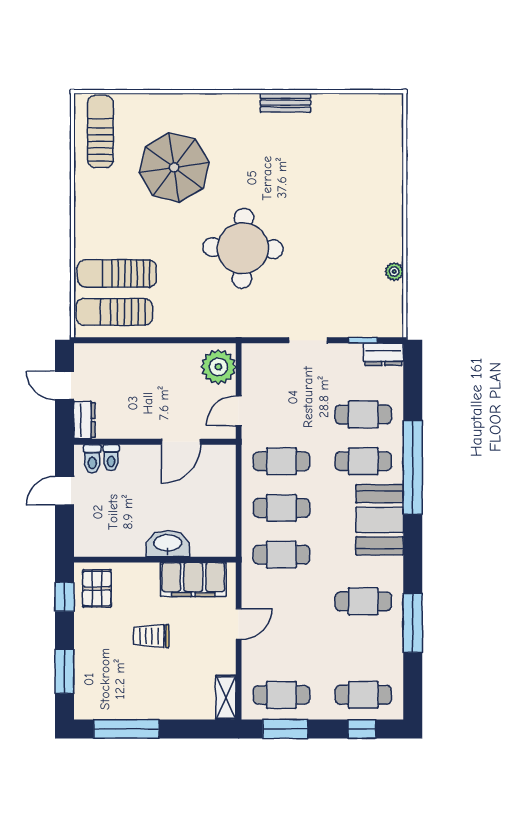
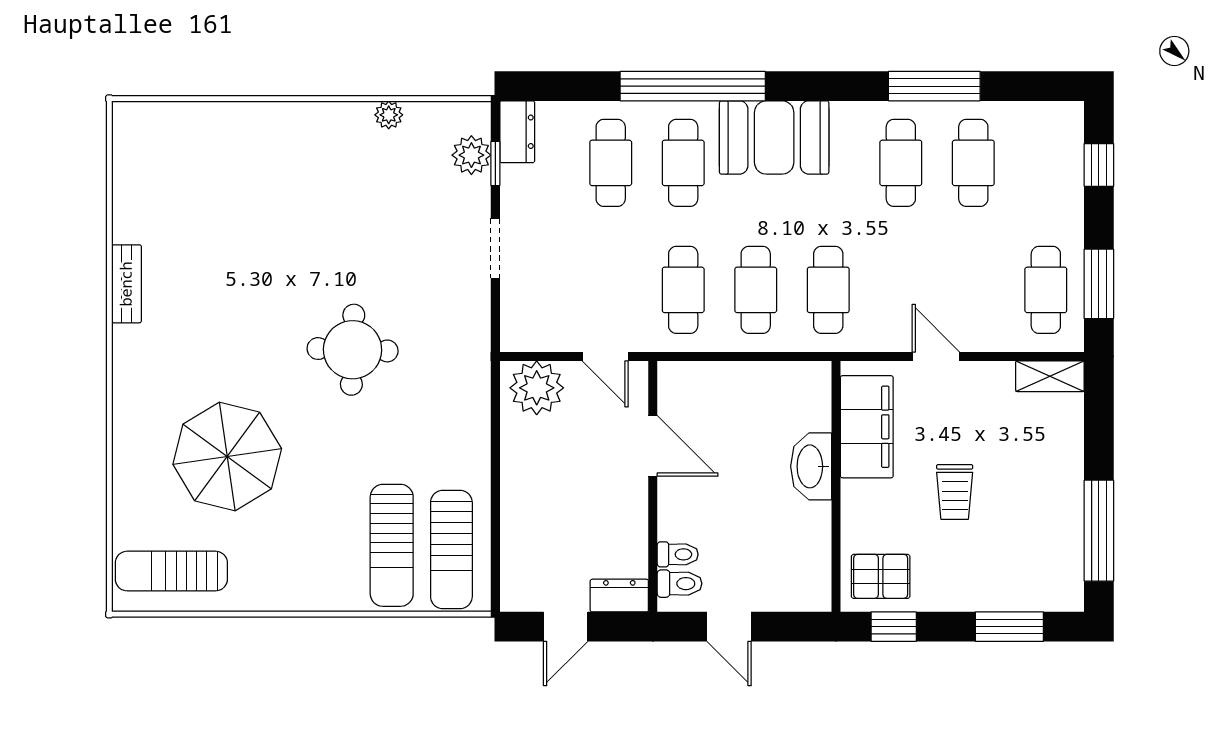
round table: (243, 248) -> (353, 350), width x0.73, depth x0.73
plant: (368, 325) -> (471, 155), added
cafe table: (363, 695) -> (973, 163), moved

